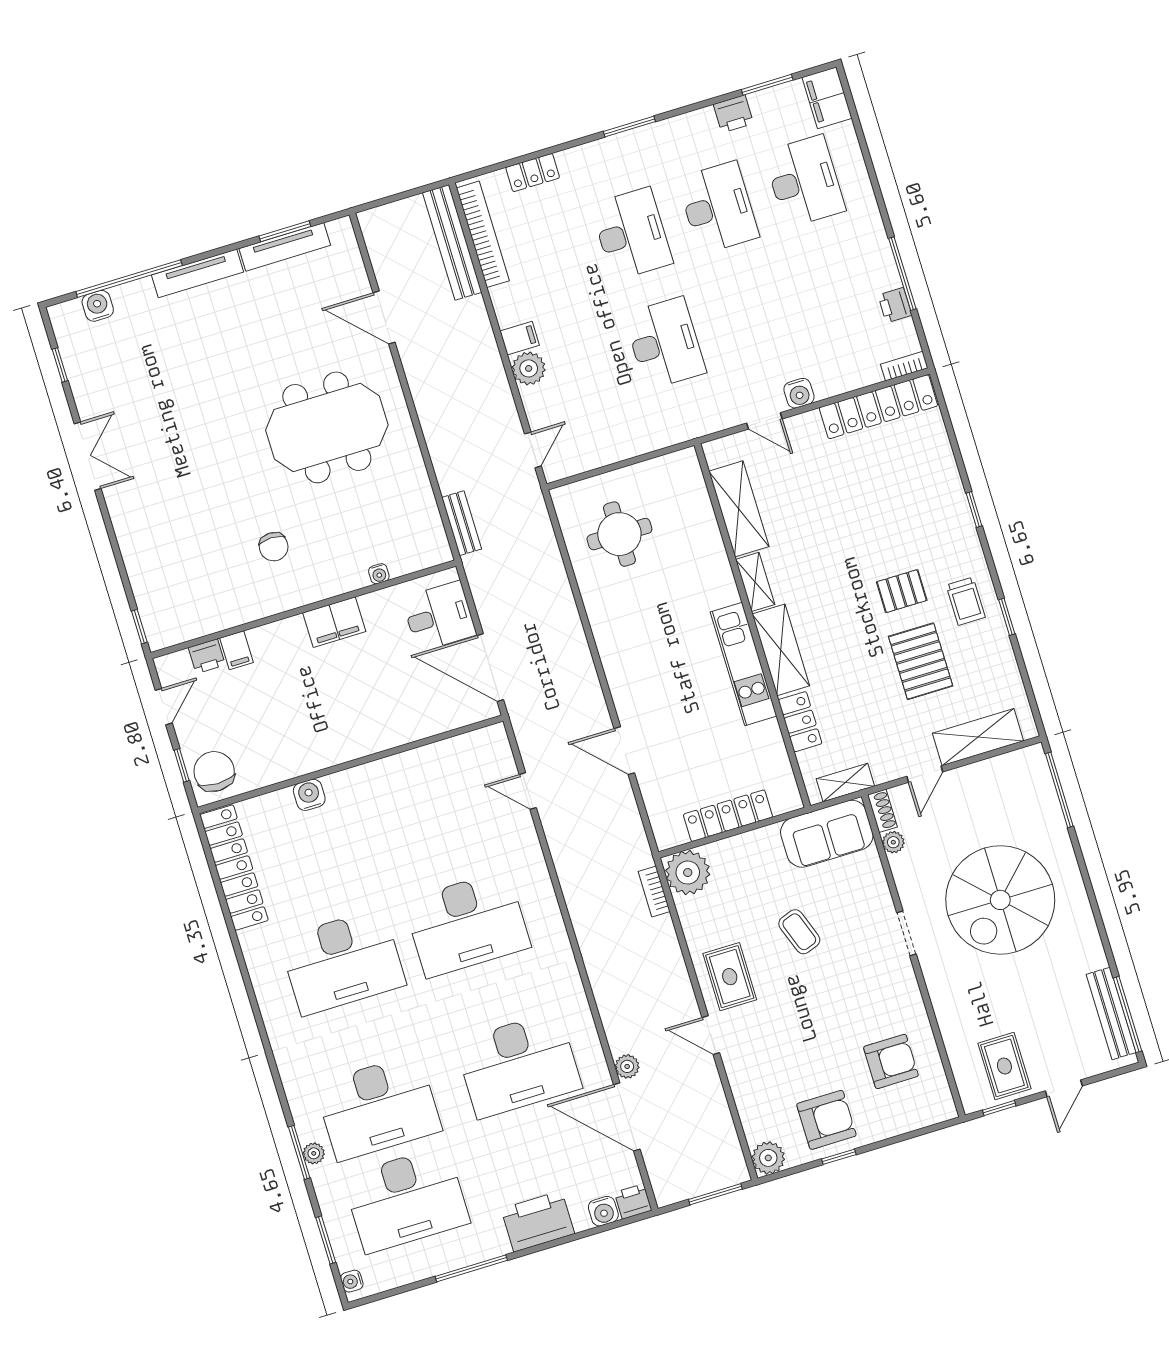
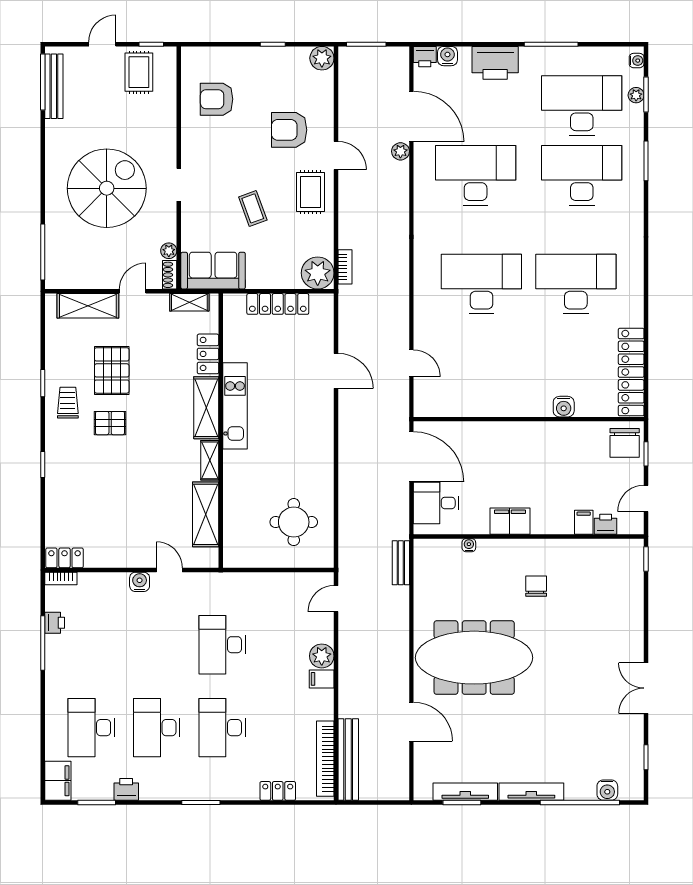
locker: (878, 407) -> (65, 558), width x0.46, depth x0.83
meeting table: (327, 427) -> (474, 658), width x1.36
armchair: (826, 1120) -> (289, 130), moved
plant: (314, 1153) -> (636, 95), moved

